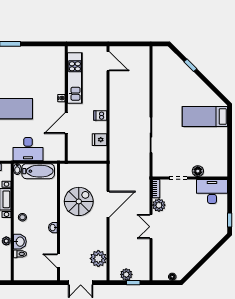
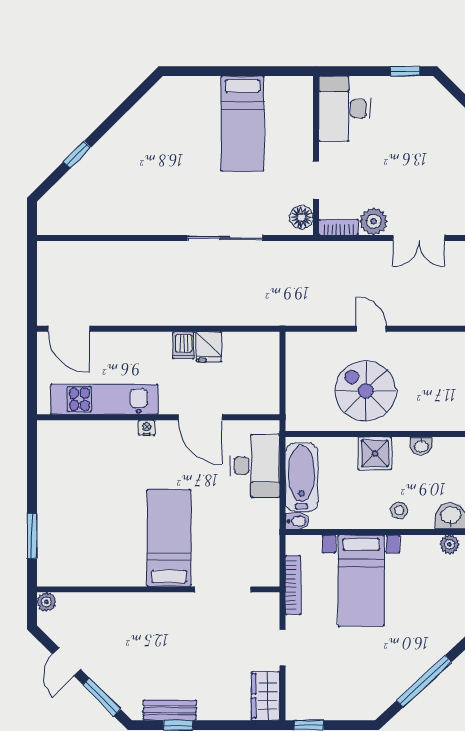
door: (108, 61) -> (69, 329), swing flipped
bed: (205, 117) -> (242, 124), moved
fridge: (100, 140) -> (209, 347), moved
desk: (28, 149) -> (255, 466), moved
floor lamp: (198, 171) -> (301, 217), moved
door: (108, 204) -> (371, 329), width x0.53
shower: (49, 206) -> (375, 453), added

